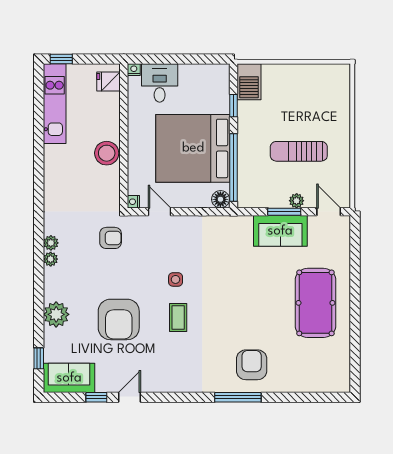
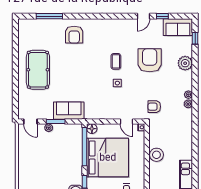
sun lounger: (299, 151) -> (47, 156), removed
sofa: (280, 231) -> (69, 111), moved
window: (238, 397) -> (49, 16), moved

